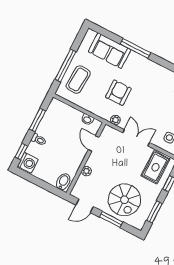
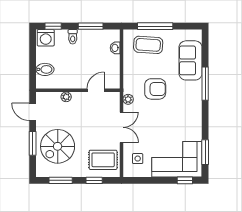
washbasin: (87, 119) -> (115, 48), moved
bidet: (63, 182) -> (45, 69), moved

